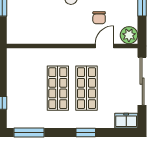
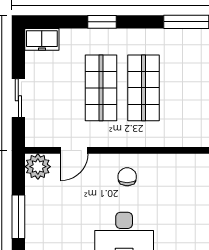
chair: (99, 18) -> (127, 177), moved
sliding door: (142, 81) -> (18, 98), width x0.54

